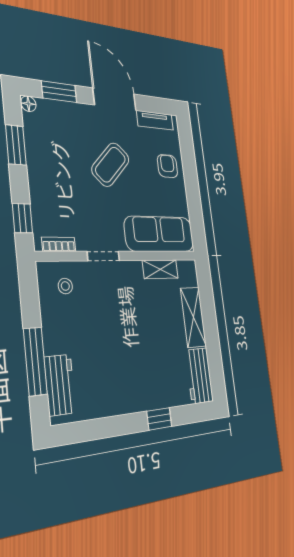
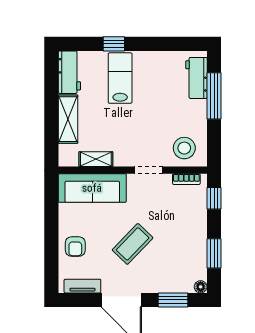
stool: (65, 286) -> (184, 148), width x1.89, depth x1.89
lab bench: (147, 374) -> (120, 78), added

